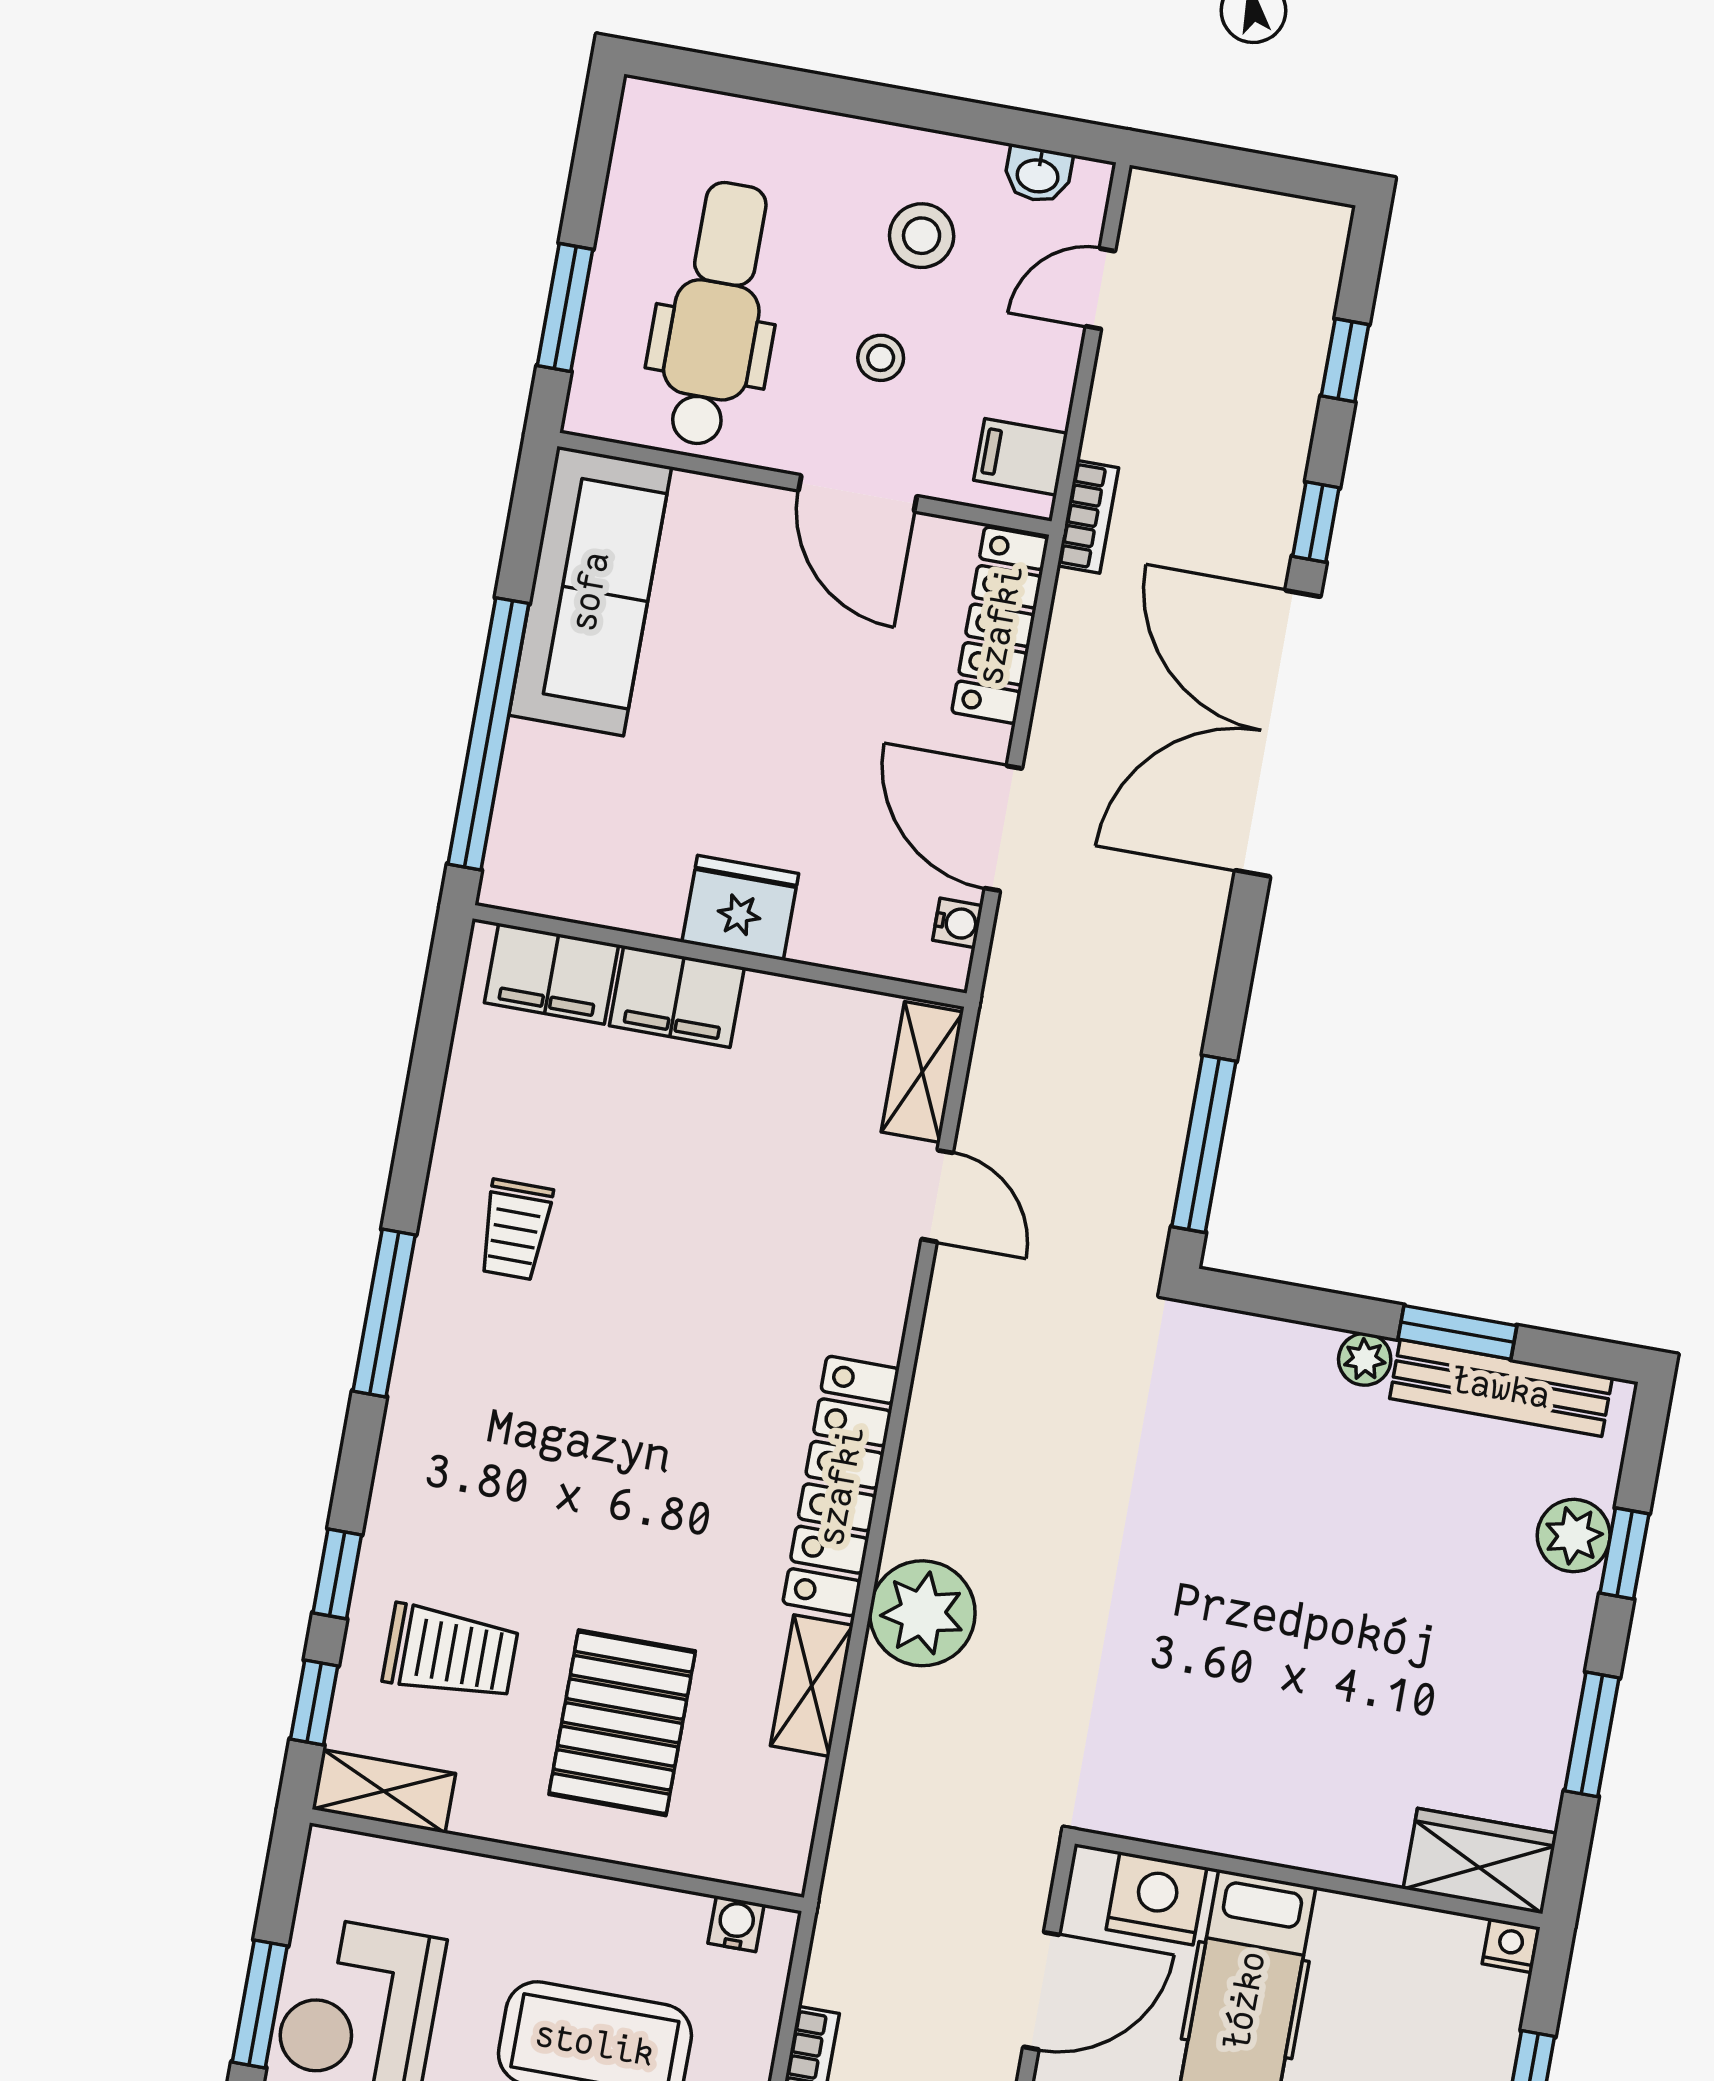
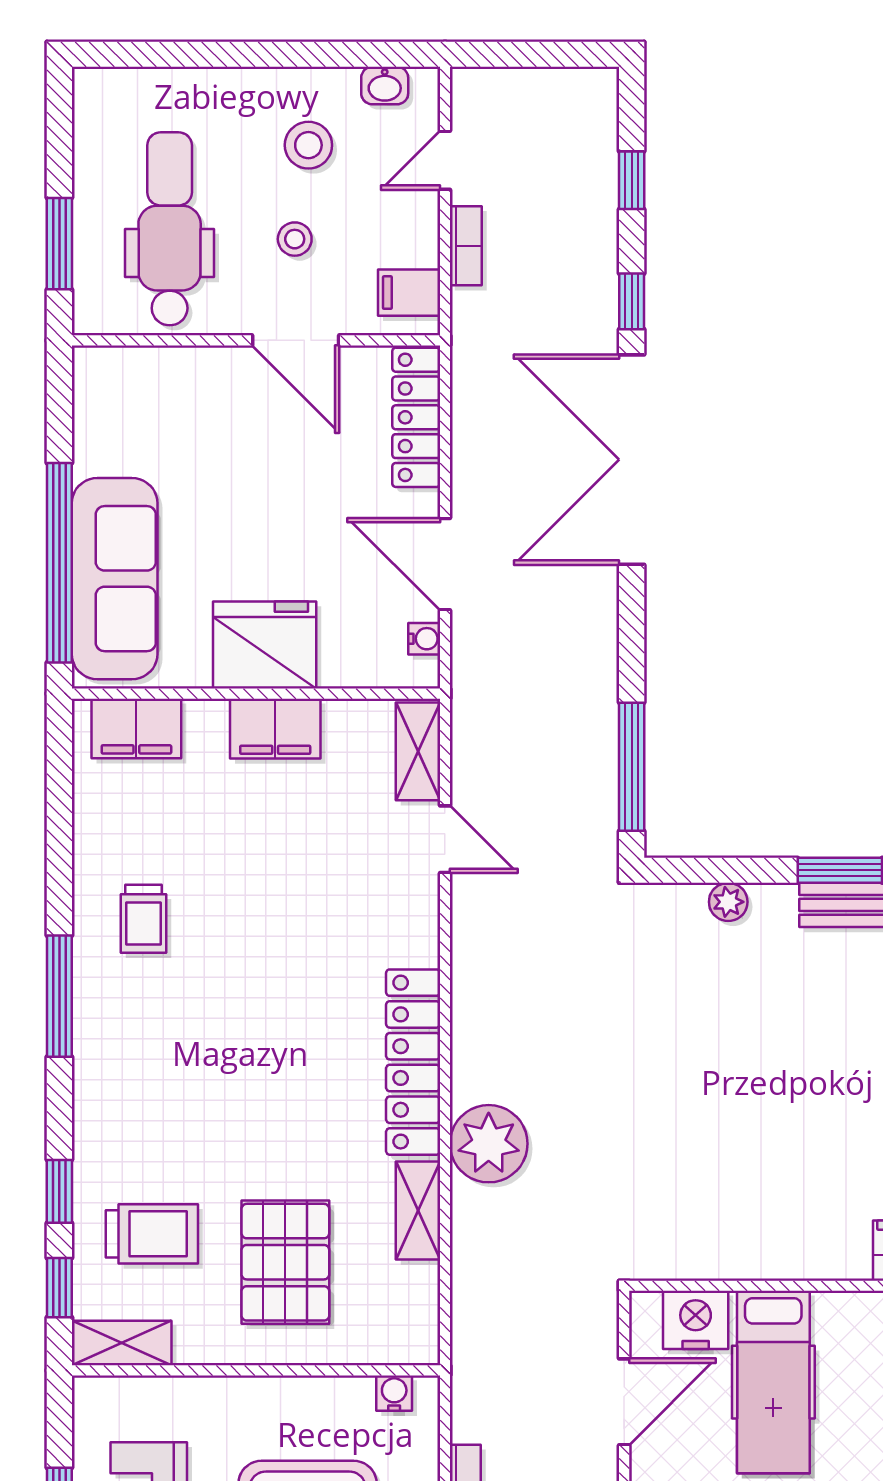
bookcase: (1088, 517) -> (466, 246), moved
sofa: (590, 591) -> (115, 579), moved
fridge: (740, 908) -> (265, 645), width x1.36, depth x1.34
filing cabinet: (677, 997) -> (275, 729), moved
plant: (1365, 1359) -> (728, 902), moved

